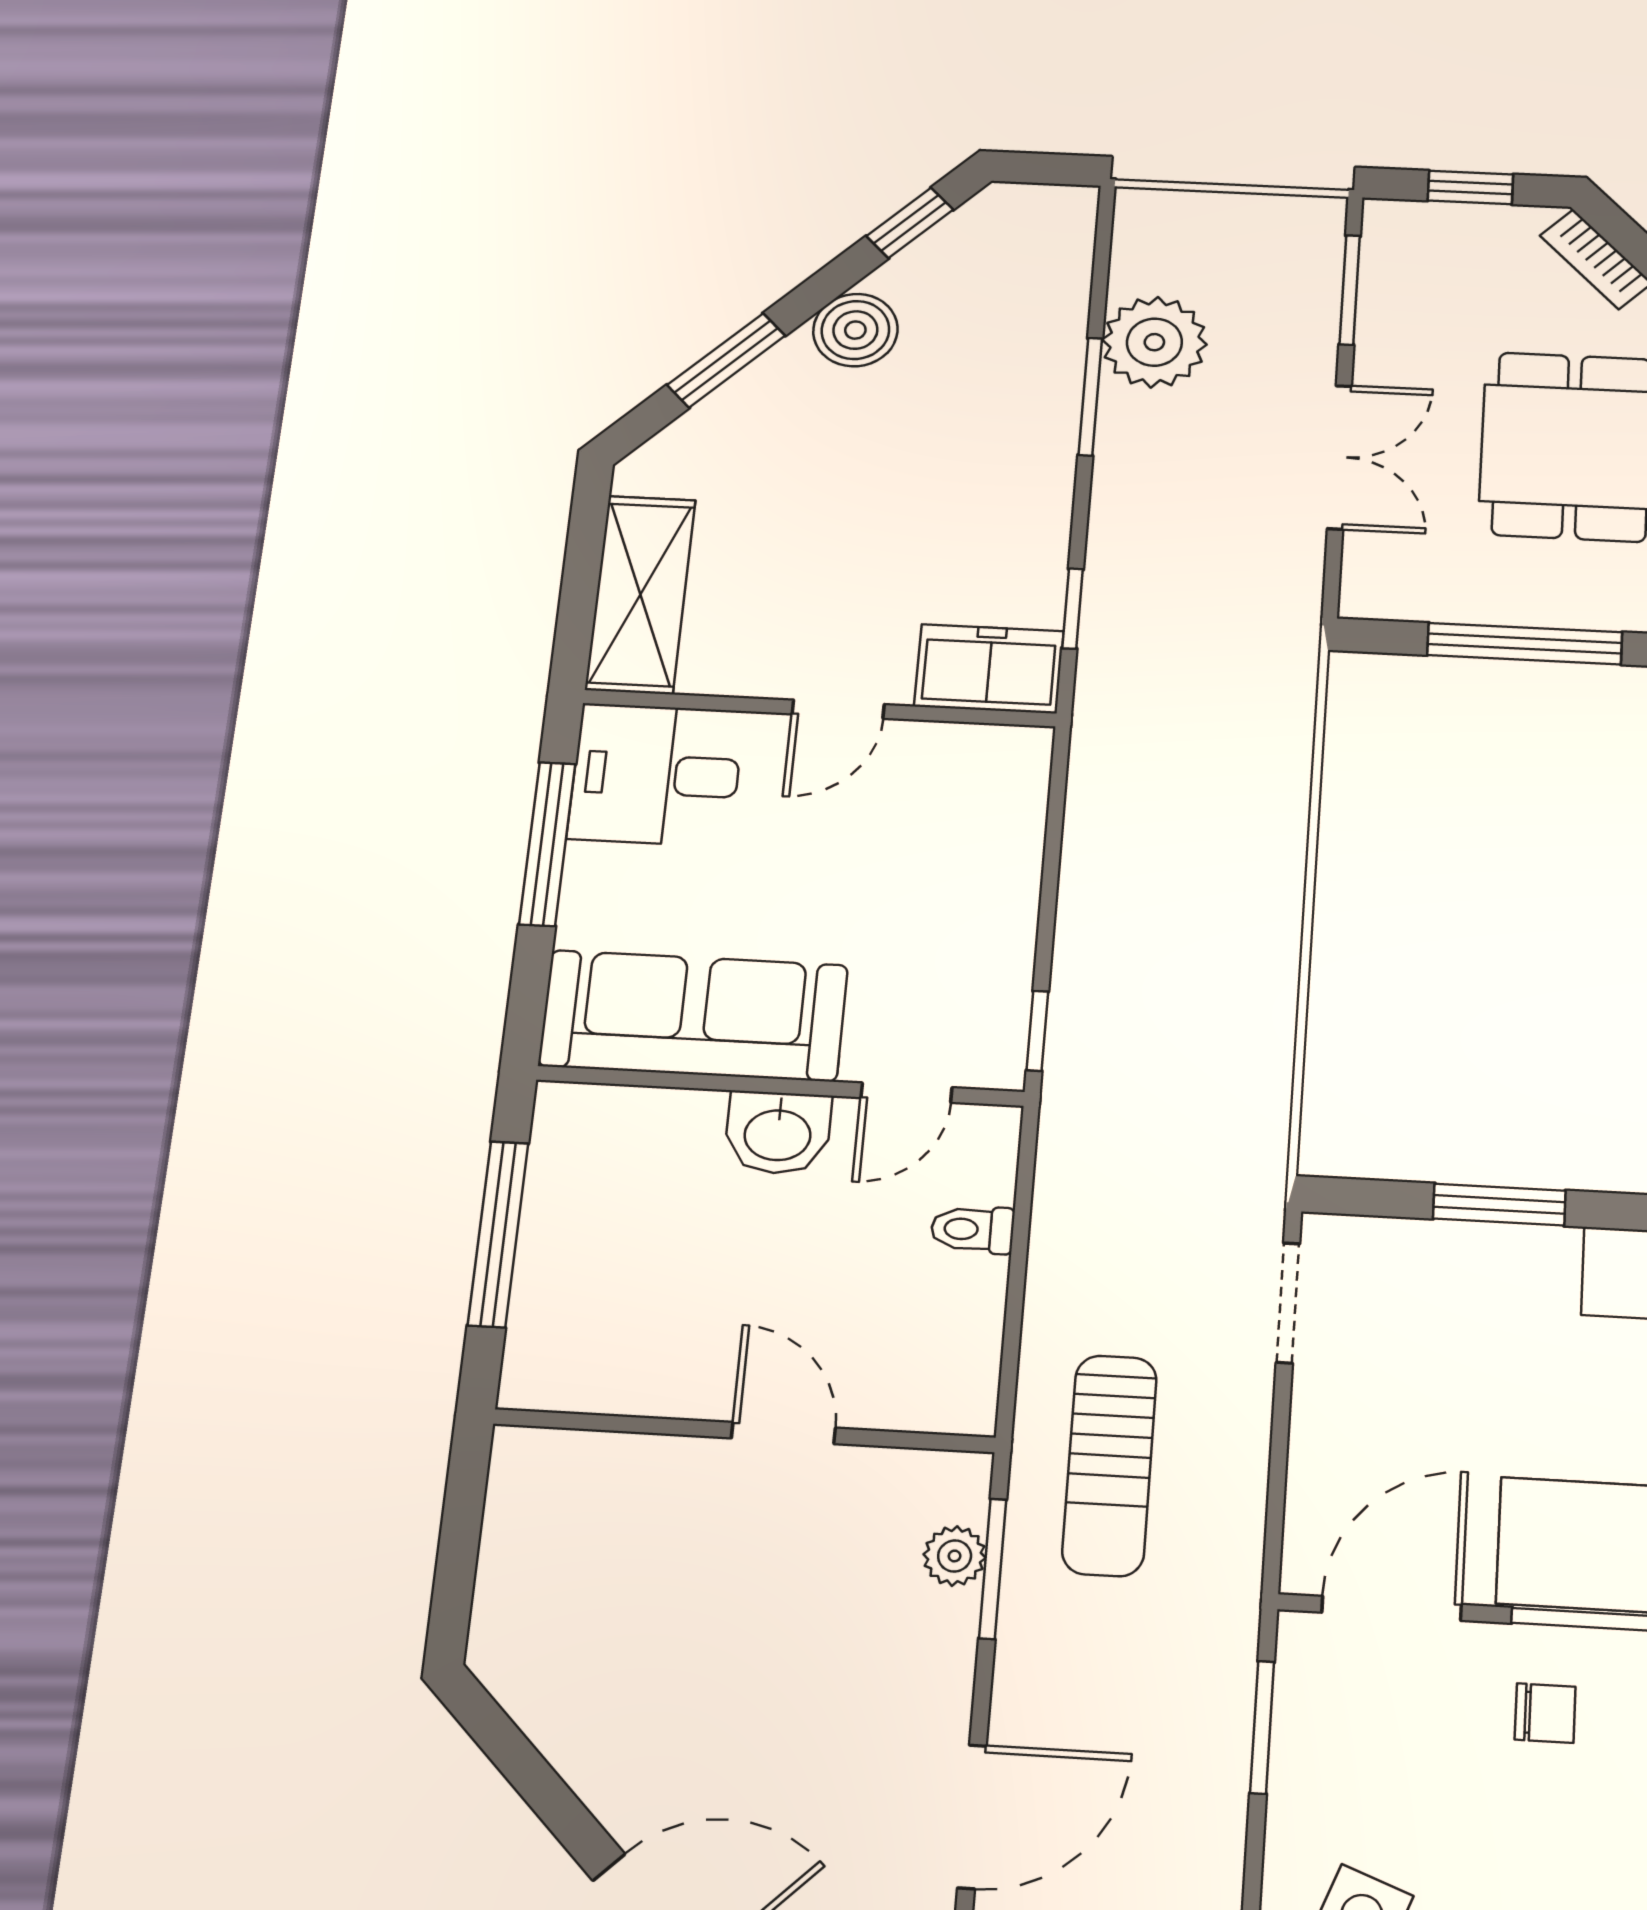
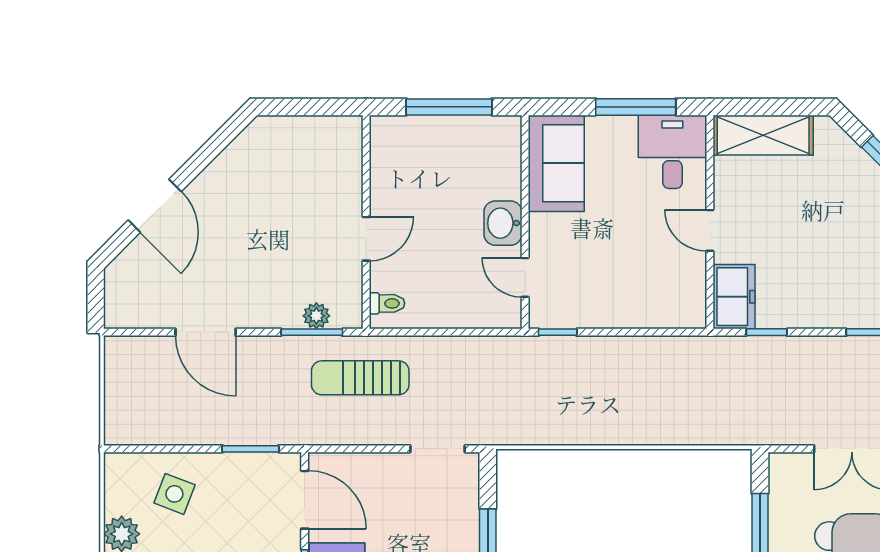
sofa: (693, 1016) -> (556, 163), width x0.73
toilet: (972, 1229) -> (387, 303), moved, turned 90

